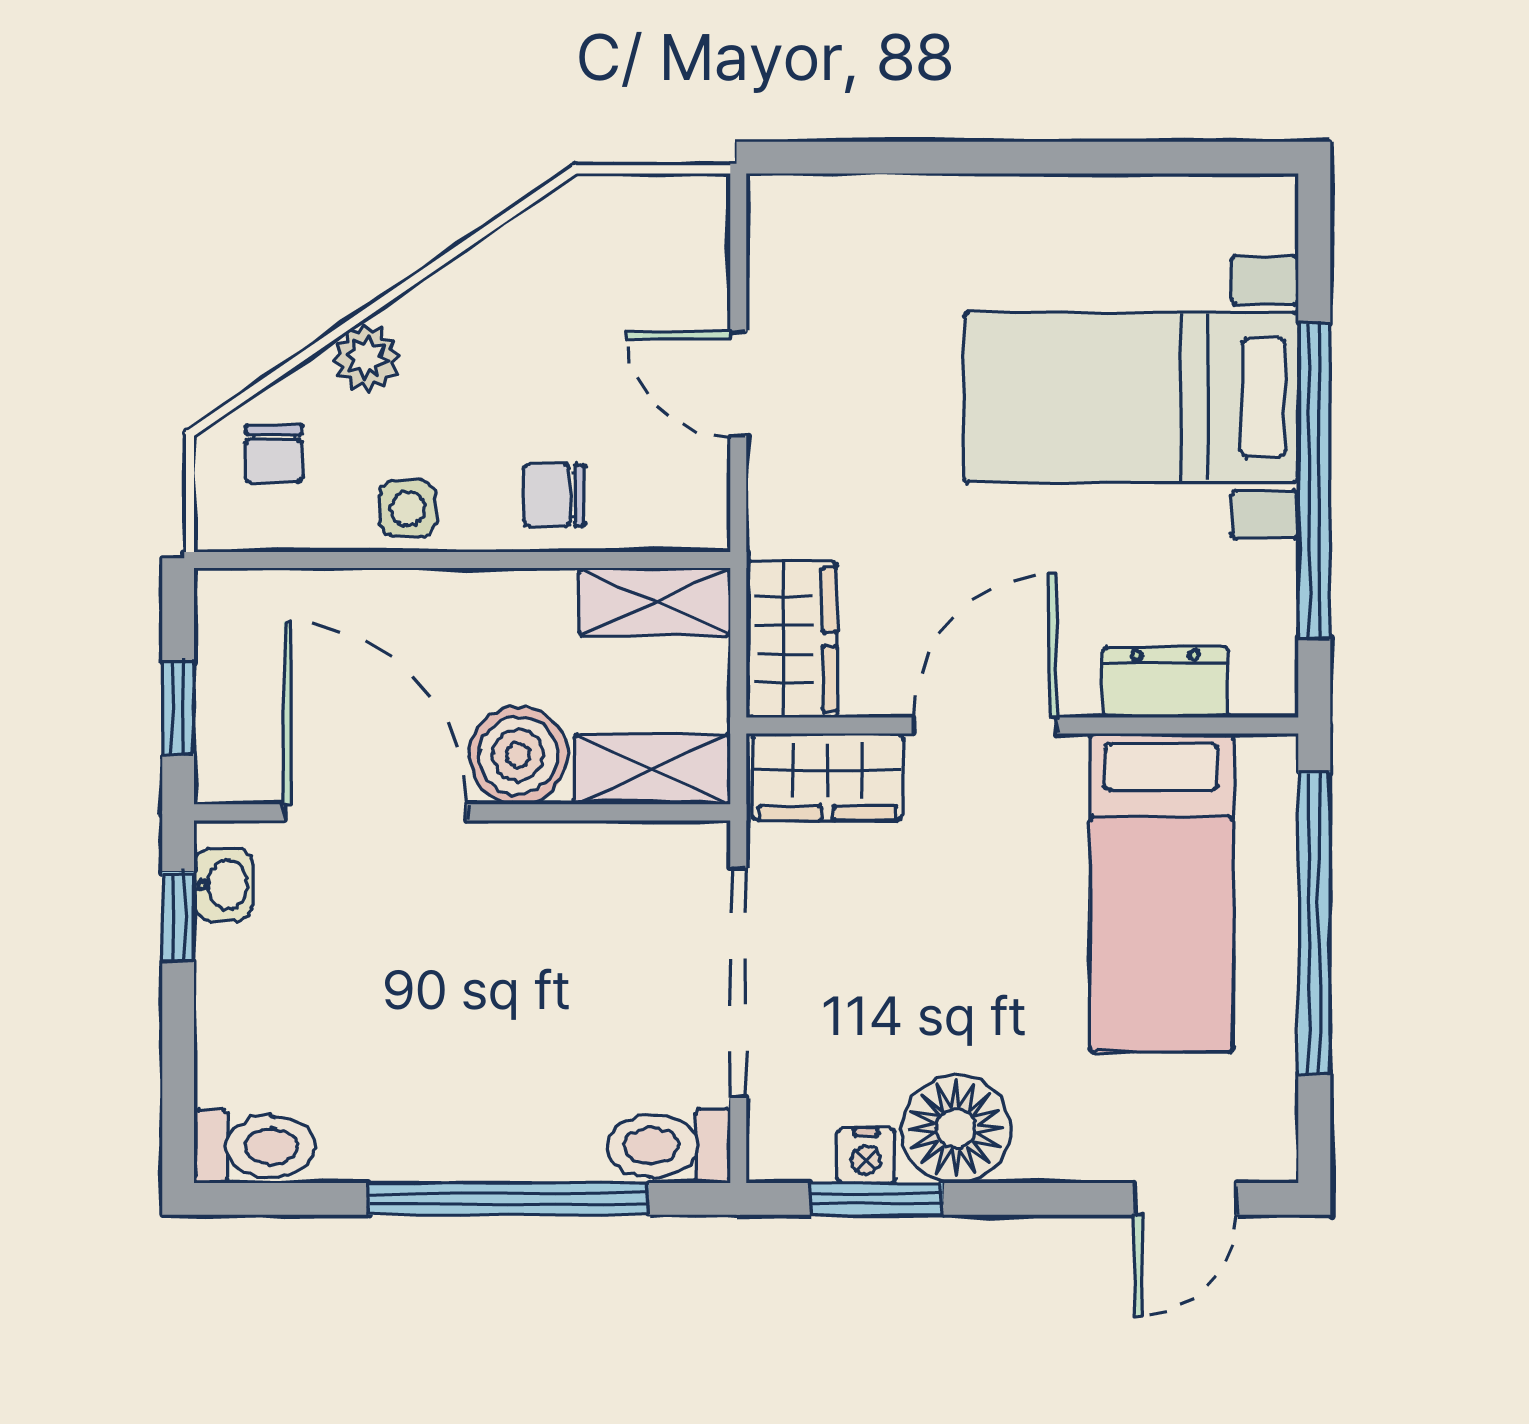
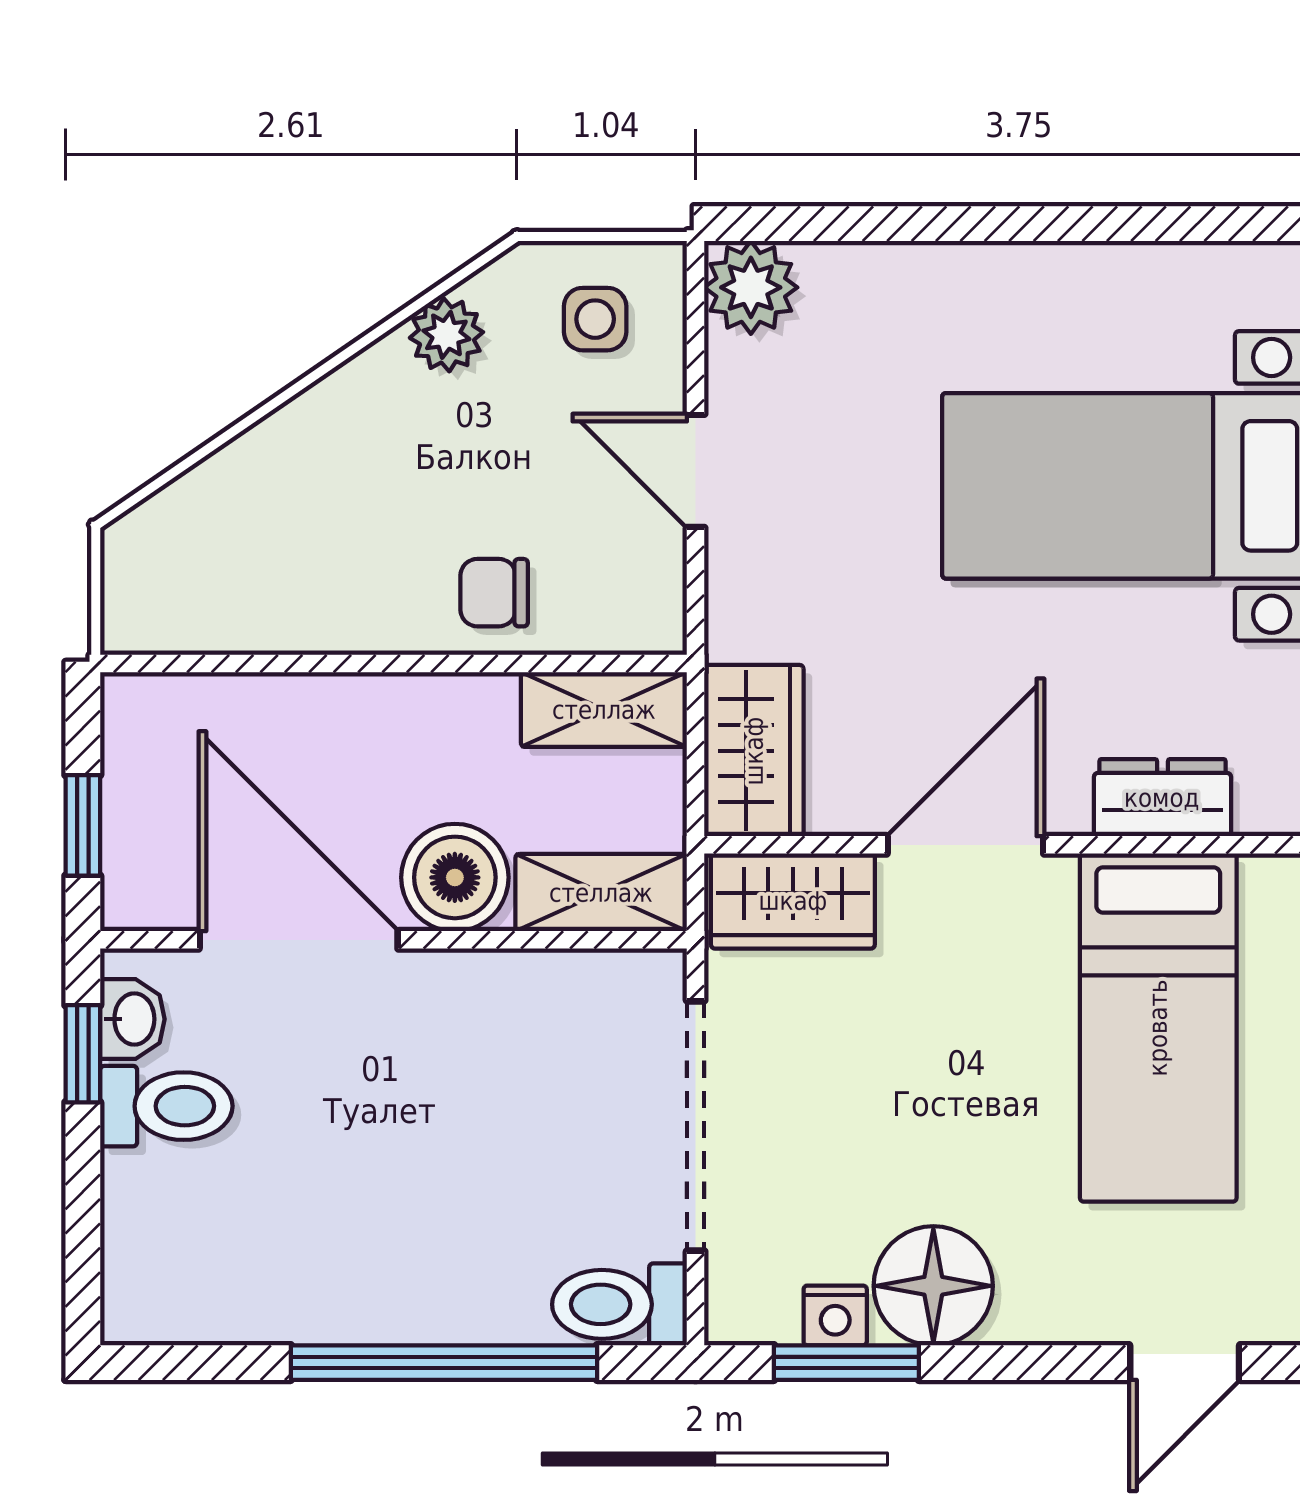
plant: (789, 216) -> (751, 287), added
plant: (367, 358) -> (446, 335), moved
chair: (274, 453) -> (188, 547), removed
side table: (407, 508) -> (595, 319), moved
toilet: (254, 1146) -> (166, 1106), moved

